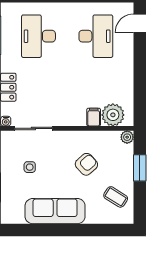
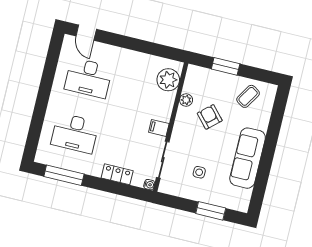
desk: (96, 36) -> (88, 78), turned 180
filing cabinet: (94, 117) -> (159, 128), moved
plant: (127, 137) -> (186, 100), moved

